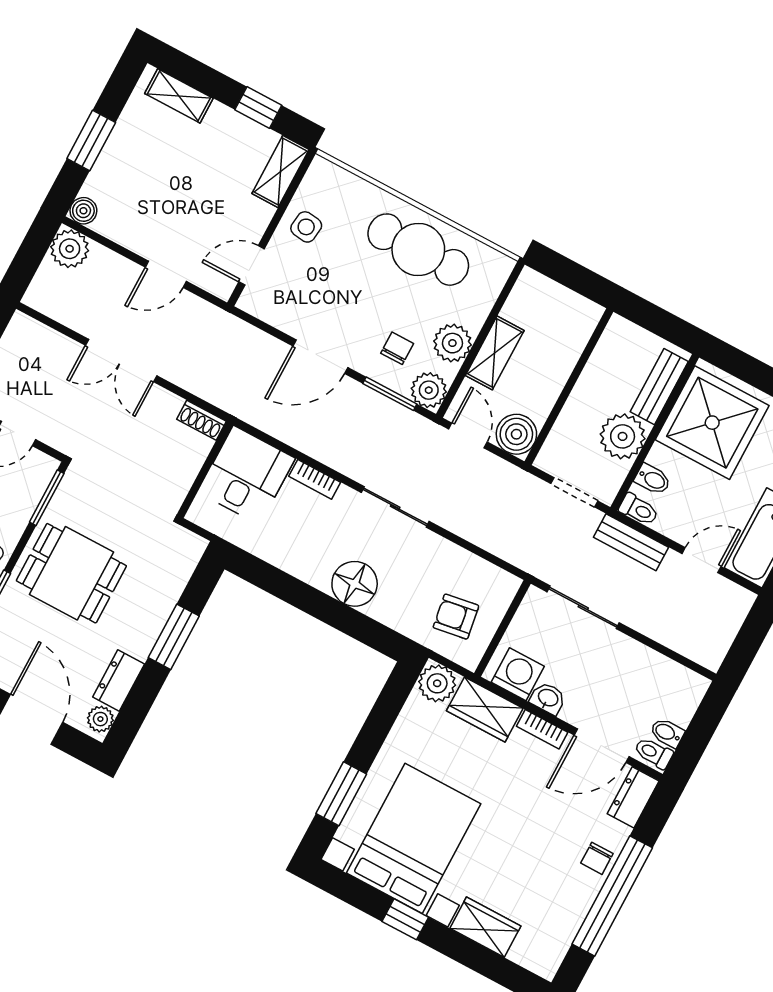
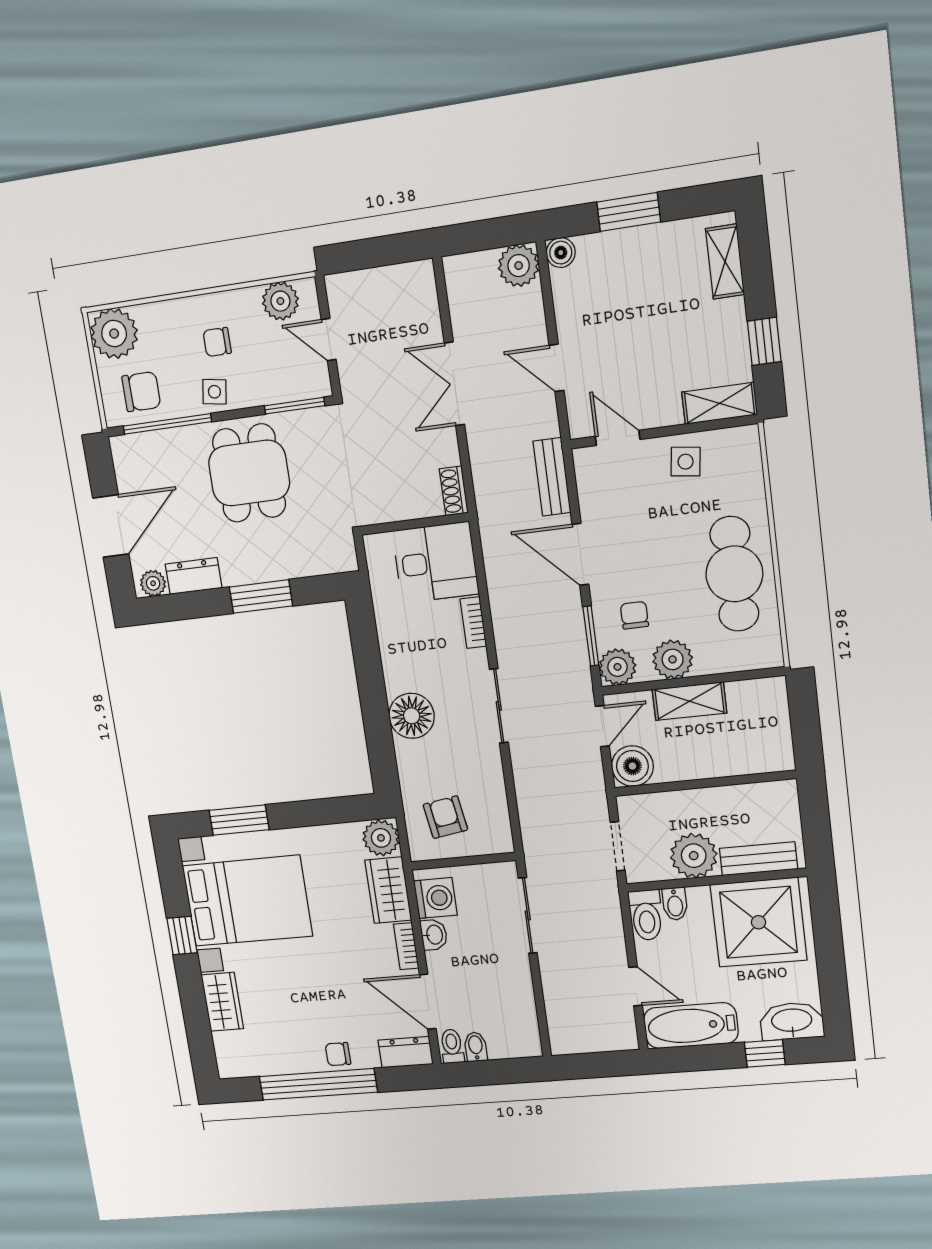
chair: (397, 348) -> (634, 615), turned -90
toilet: (639, 510) -> (646, 915), width x1.37, depth x1.39
bench: (631, 542) -> (552, 477), moved

